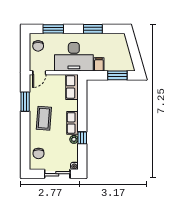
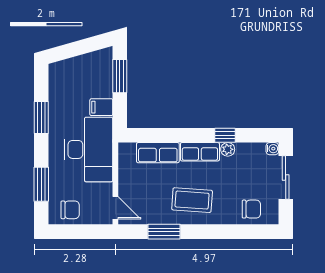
row of seats: (72, 87) -> (158, 153), moved

